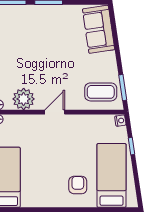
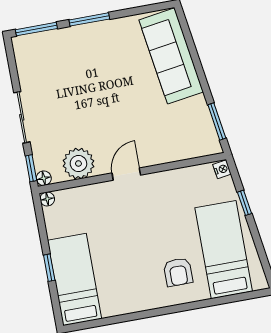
sofa: (99, 29) -> (171, 56), width x1.36
coffee table: (101, 92) -> (187, 133), removed
armchair: (78, 185) -> (178, 272), turned 180

